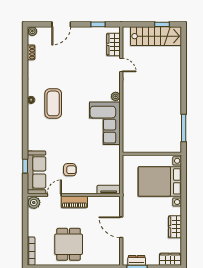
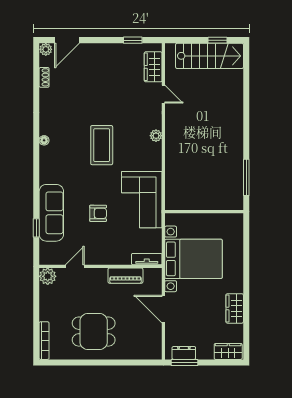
door: (61, 24) -> (67, 40), moved
coffee table: (53, 103) -> (102, 145), moved
corner sofa: (105, 123) -> (142, 200), moved
armchair: (70, 170) -> (98, 213), moved
sofa: (37, 172) -> (51, 213), moved
bed with nightstands: (160, 181) -> (193, 259), moved, turned 180
piano: (74, 202) -> (125, 276), moved
dining table: (69, 244) -> (94, 332), turned 90

